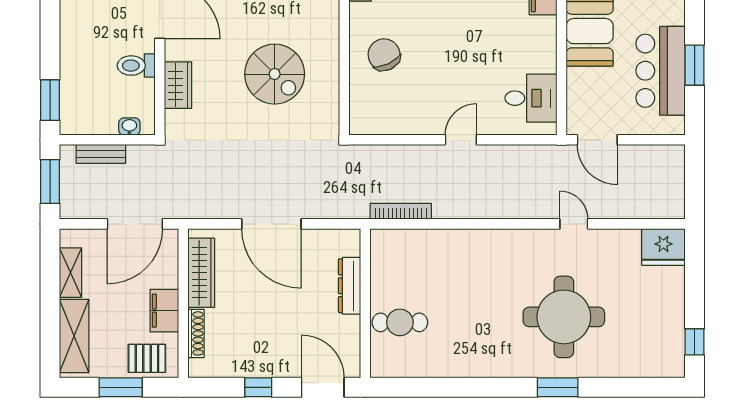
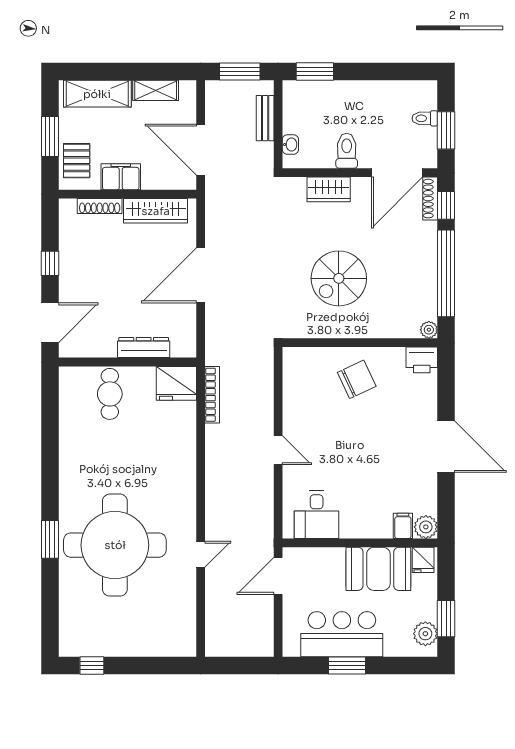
fridge: (663, 247) -> (176, 383), moved, turned -90
round table: (564, 317) -> (115, 545), width x1.36, depth x1.36

